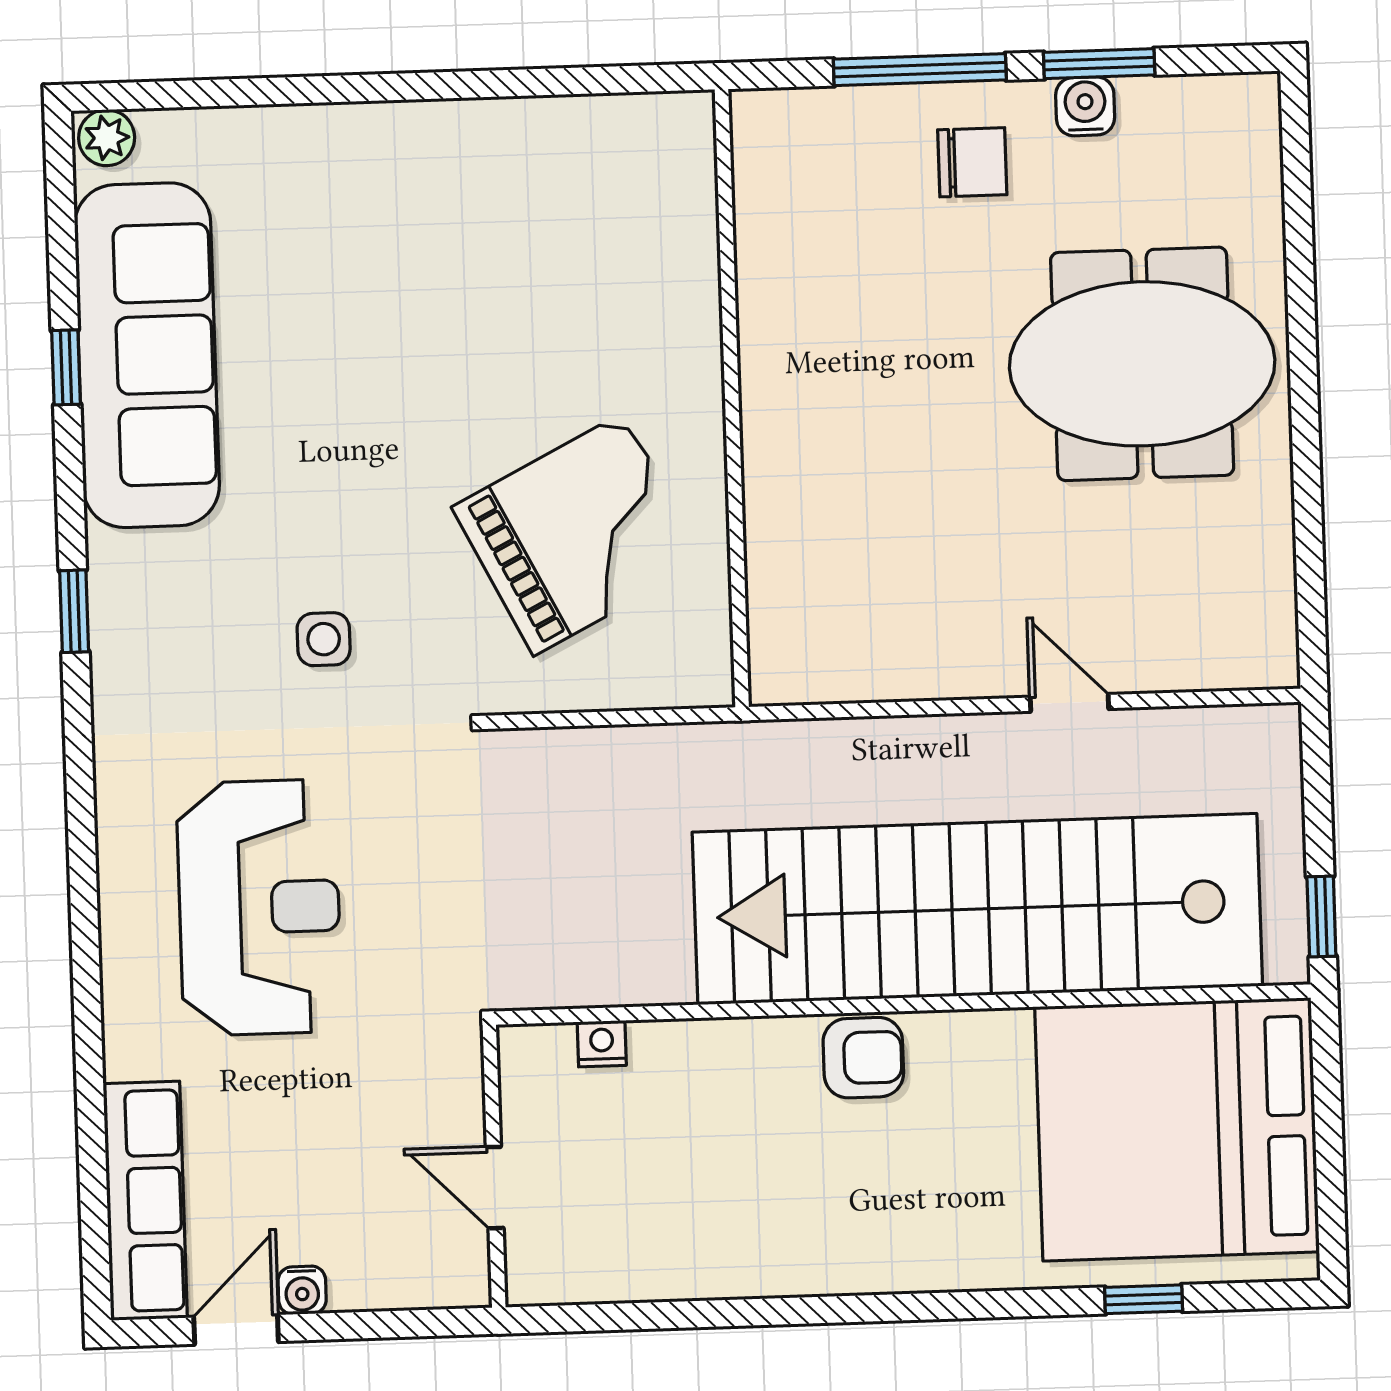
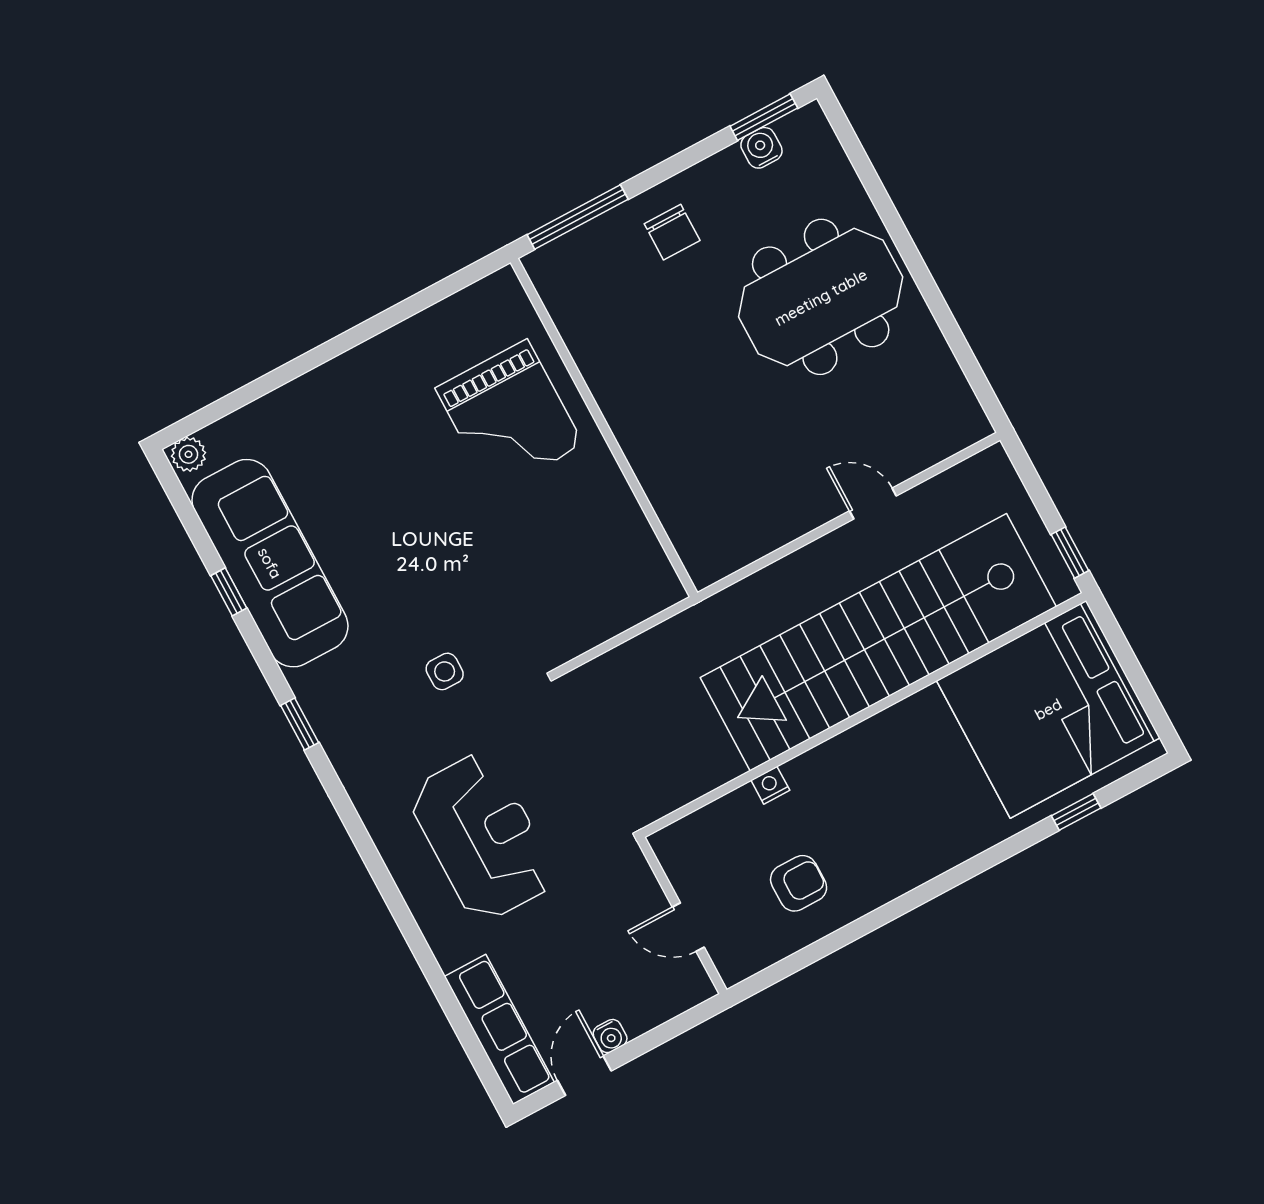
window: (1099, 64) -> (764, 117), moved
window: (920, 70) -> (578, 217), moved
water cooler: (1085, 106) -> (761, 148), moved
chair: (972, 162) -> (672, 232), turned 90
grand piano: (578, 534) -> (509, 417), moved, turned 117
nightstand: (602, 1044) -> (770, 785), moved
armchair: (863, 1058) -> (799, 883), moved

